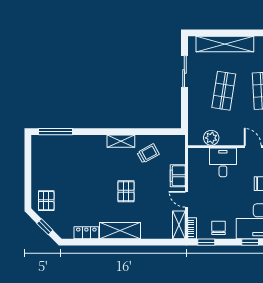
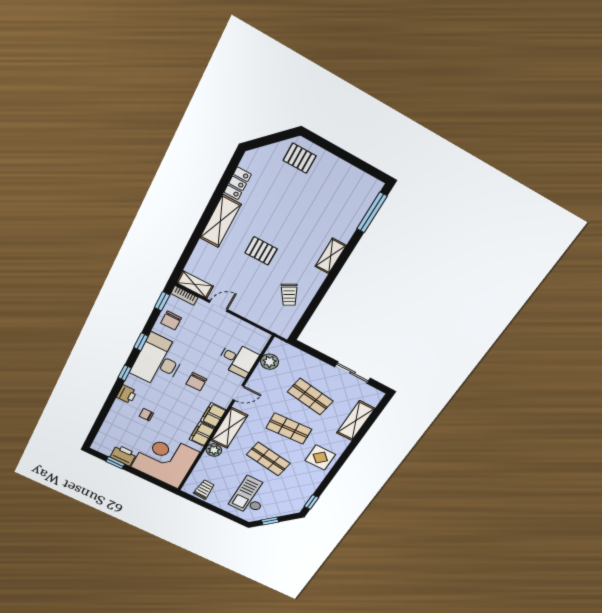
shelving: (225, 44) -> (356, 421), width x0.68
shelving: (121, 141) -> (331, 256), moved
filing cabinet: (178, 176) -> (248, 311), removed
window: (45, 227) -> (270, 140), removed
chair: (219, 228) -> (171, 321), turned 90

